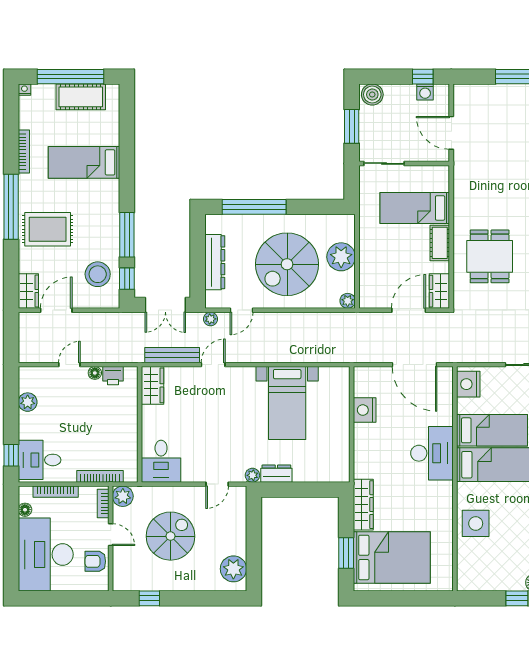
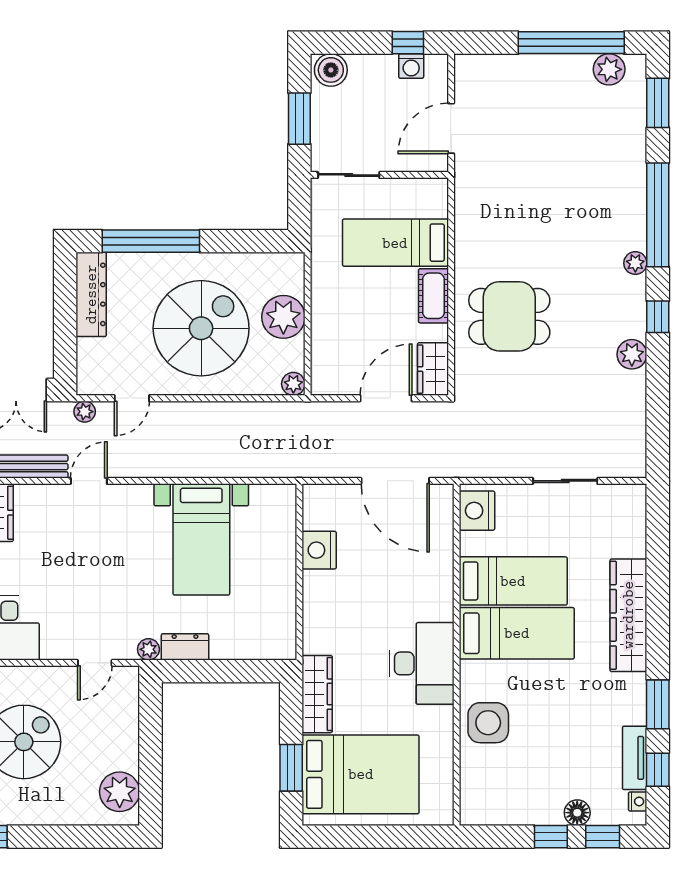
door: (451, 133) -> (451, 128), hinge flipped
dining table: (490, 256) -> (509, 316), turned 90
dresser: (215, 262) -> (91, 294), moved
spiral stairs: (287, 264) -> (201, 328), turned 180
desk: (432, 453) -> (422, 663), moved

